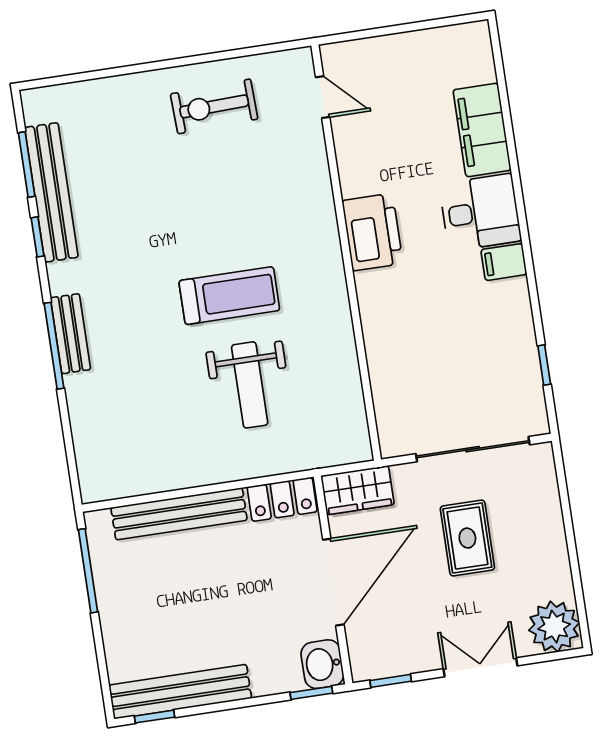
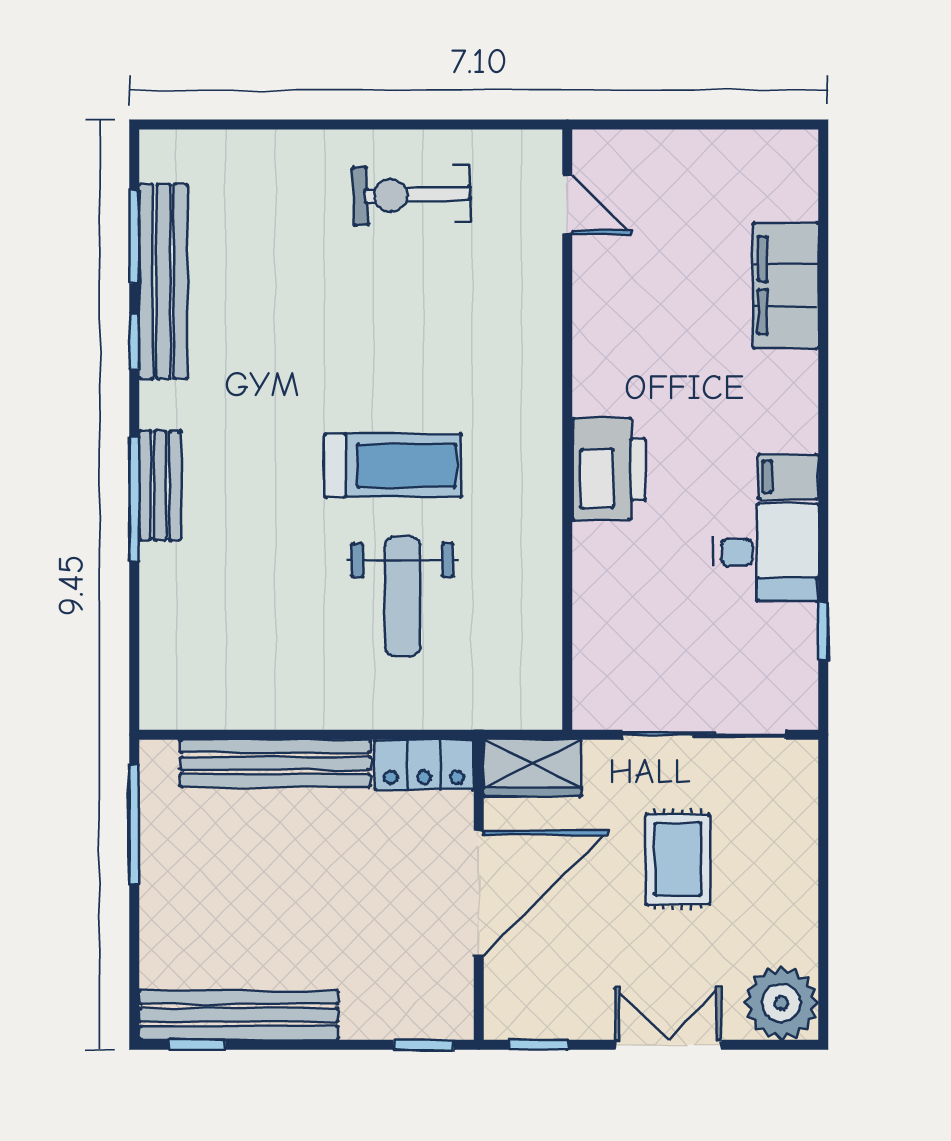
desk: (480, 212) -> (766, 552), moved
printer: (373, 232) -> (609, 469), moved
washbasin: (322, 664) -> (446, 1007), removed

